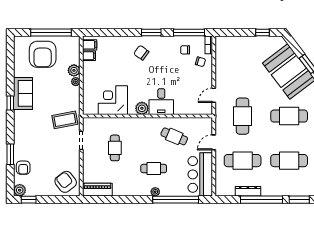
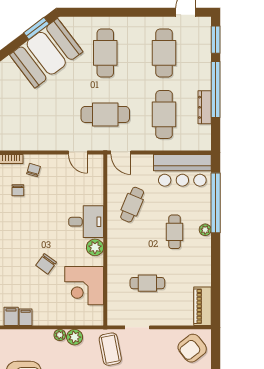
chair: (141, 53) -> (46, 264), moved
plant: (74, 70) -> (75, 337), moved
door: (214, 142) -> (121, 153), moved

